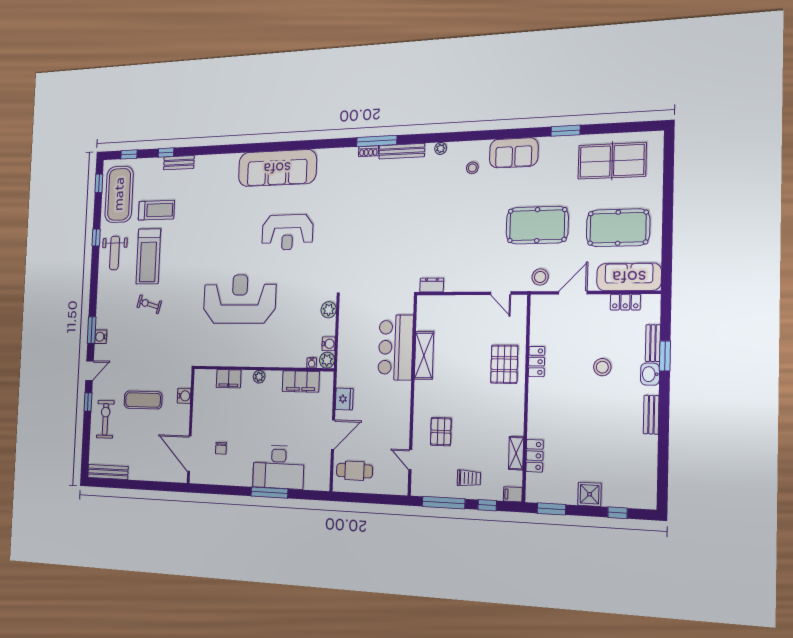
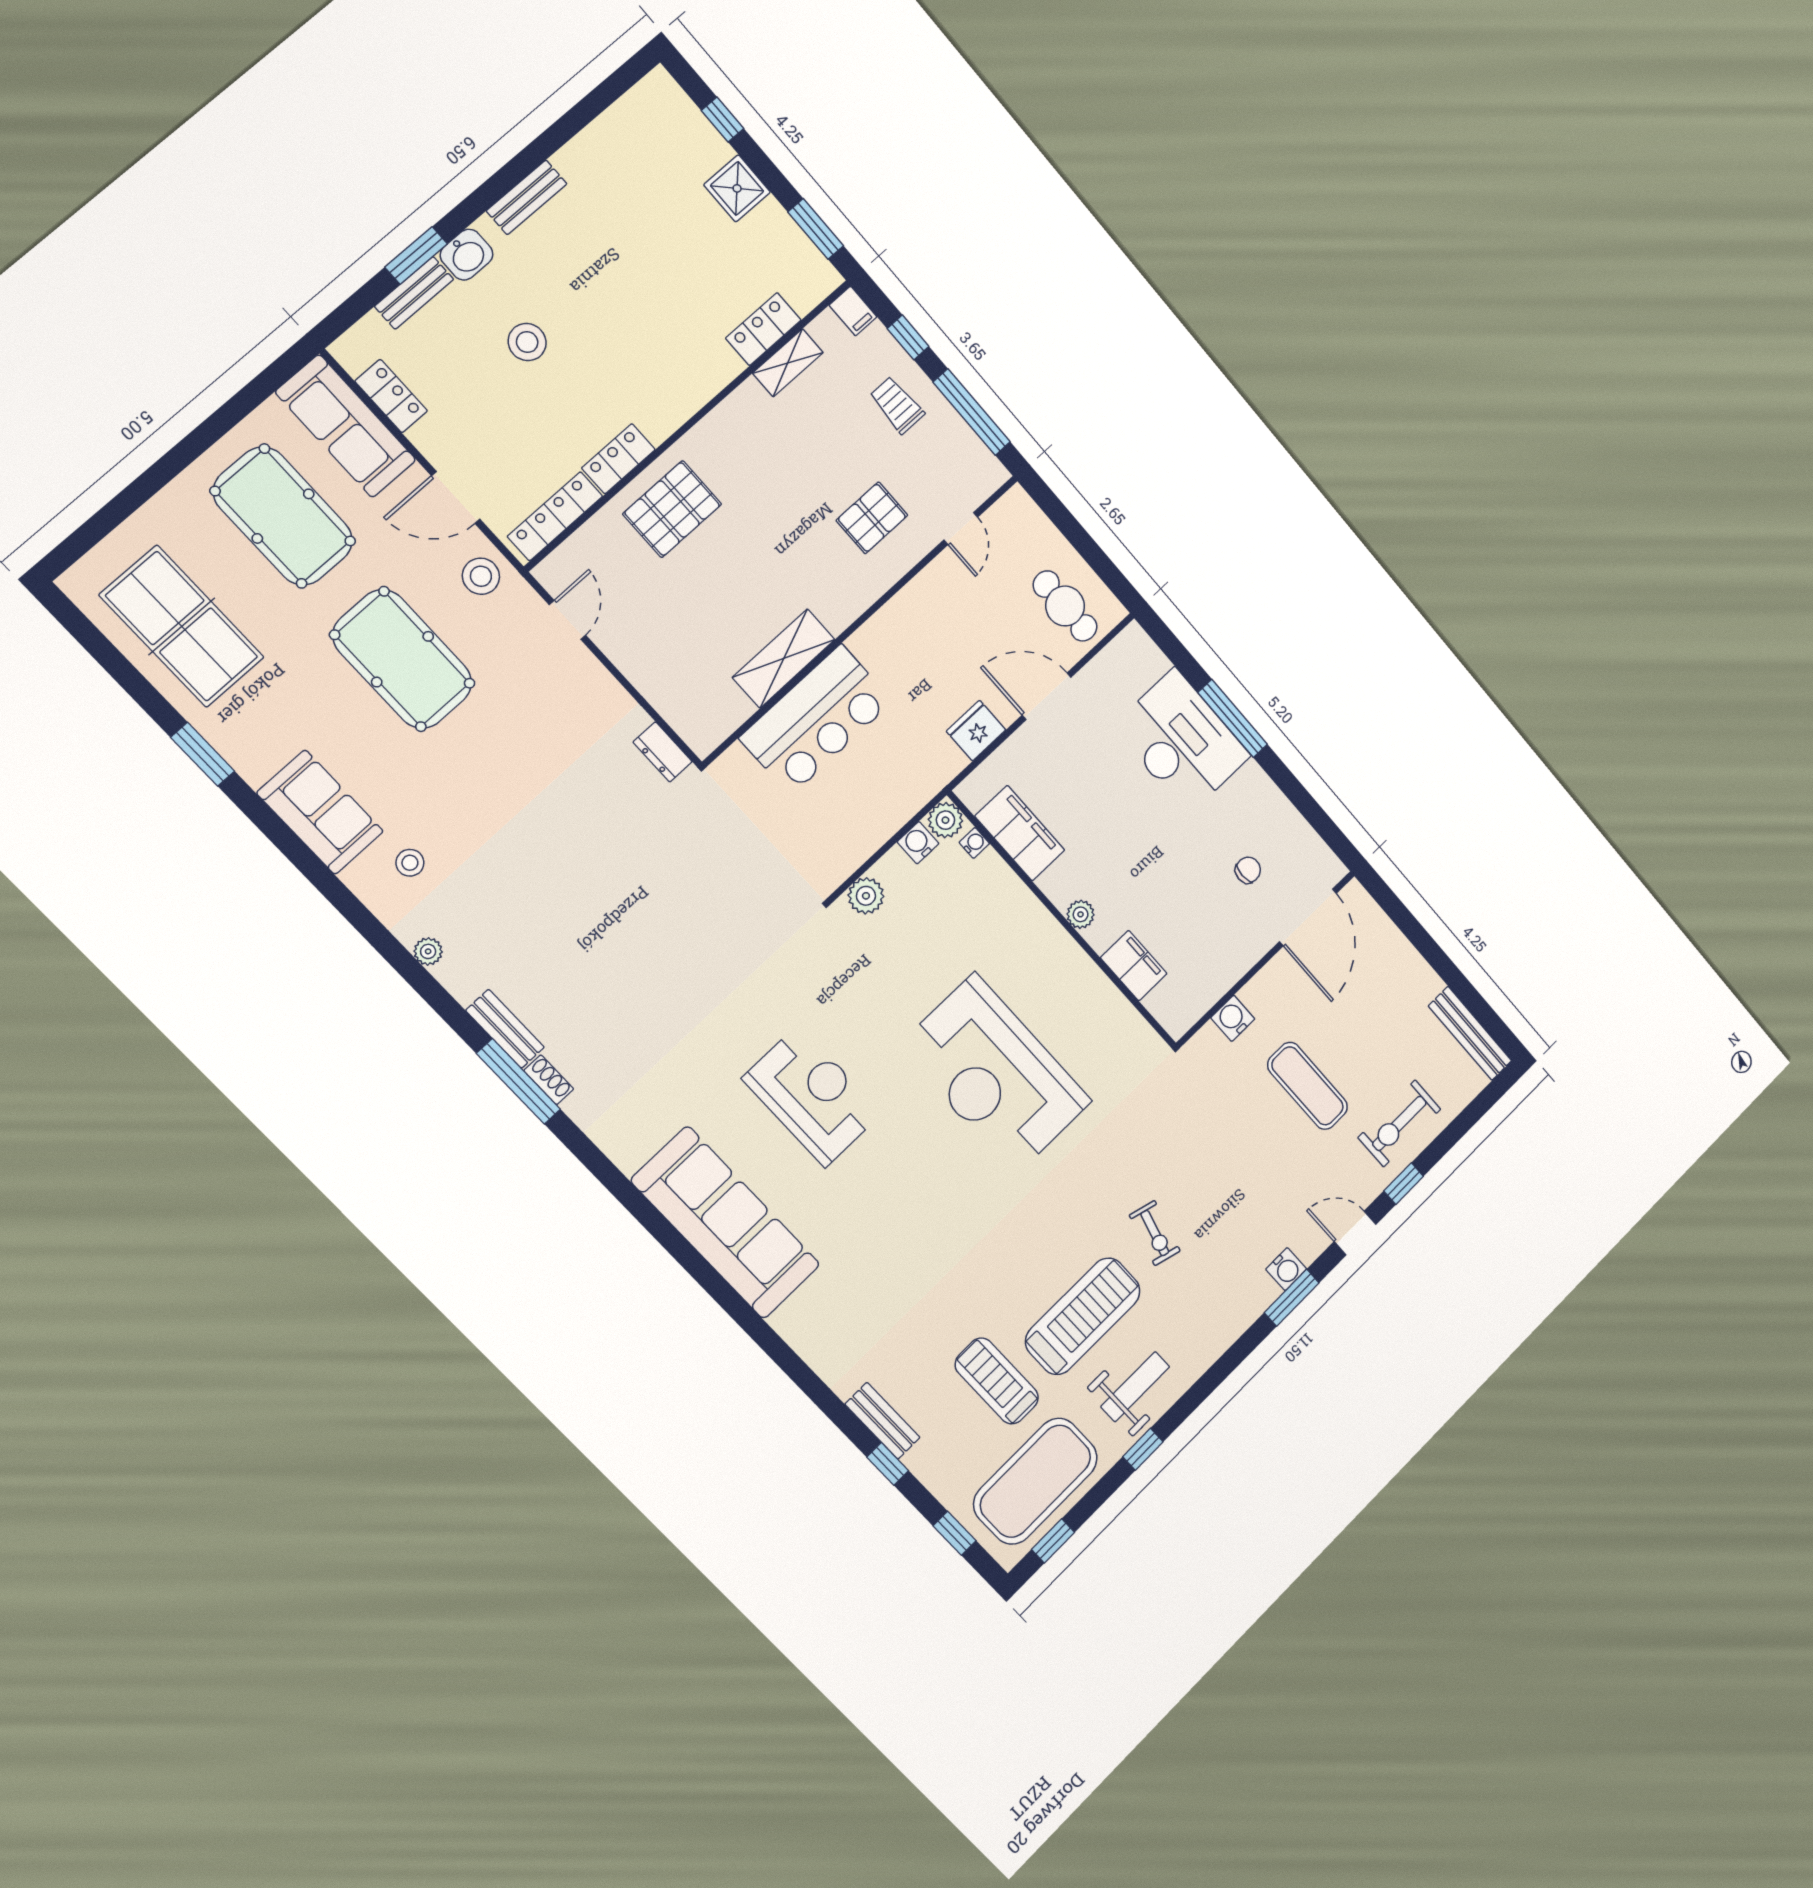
bench: (402, 151) -> (505, 1029), width x0.73
locker: (537, 321) -> (555, 516), added

